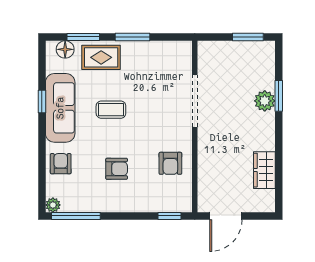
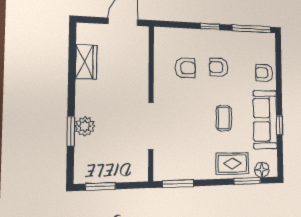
window: (132, 37) -> (178, 184), moved
coffee table: (111, 110) -> (224, 118), turned 90
armchair: (170, 163) -> (185, 68), moved, turned 90
armchair: (61, 164) -> (264, 73), turned 90
plant: (53, 205) -> (270, 39), removed
window: (169, 216) -> (210, 27), moved

